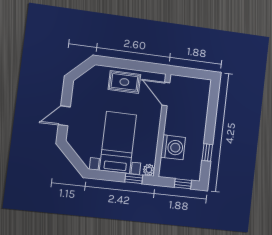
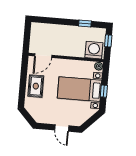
washing machine: (173, 147) -> (94, 50), moved
window: (134, 178) -> (104, 91), moved

